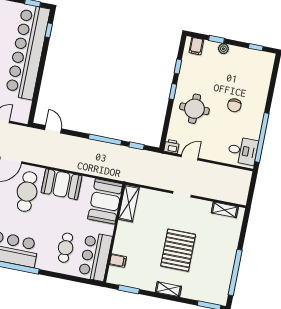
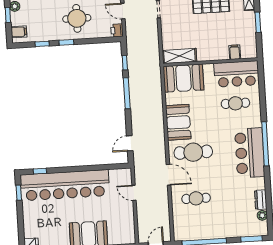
window: (129, 289) -> (258, 22), moved

